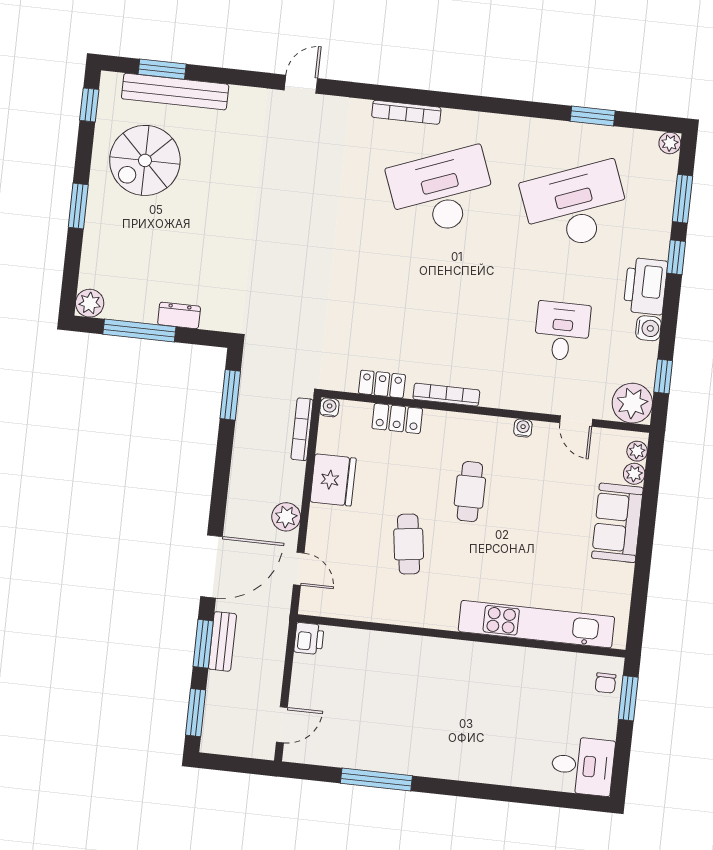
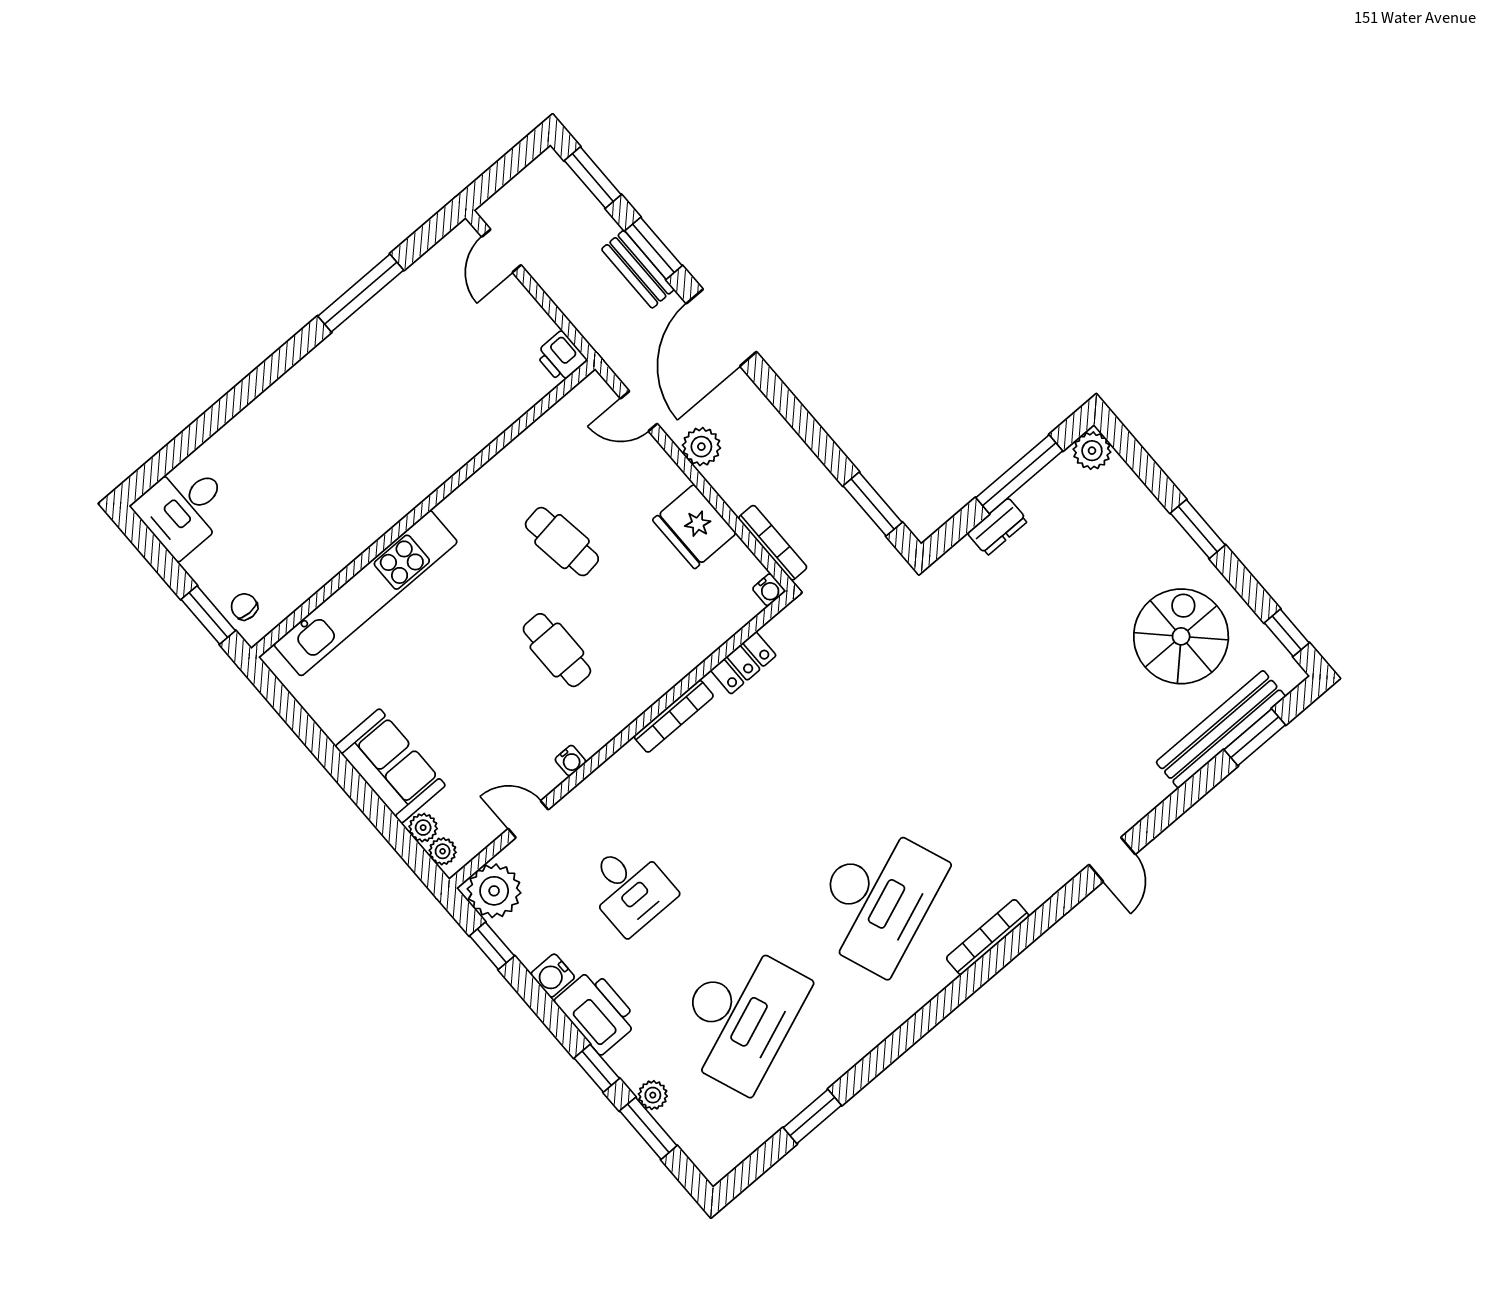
plant: (670, 143) -> (653, 1095), moved
locker: (397, 419) -> (696, 646), removed

